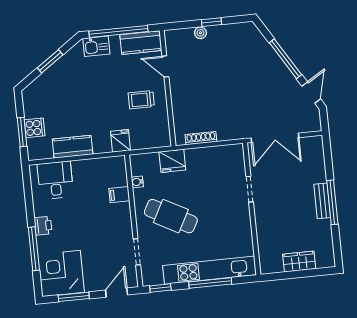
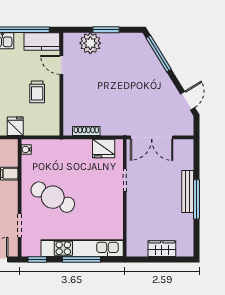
window: (211, 22) -> (106, 30), width x1.50
plant: (200, 33) -> (90, 43), width x1.88, depth x1.88
window: (285, 59) -> (159, 54), moved
trolley: (141, 100) -> (37, 92), turned -90
fridge: (172, 161) -> (104, 149), moved
water cooler: (137, 182) -> (26, 150), moved
bench: (322, 201) -> (188, 192), width x1.36

